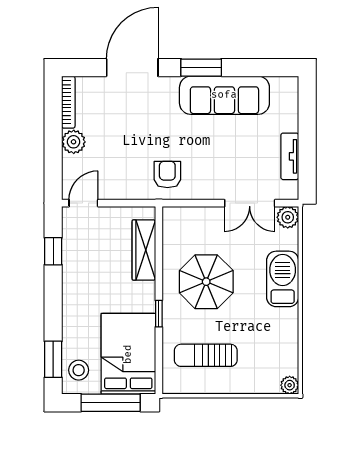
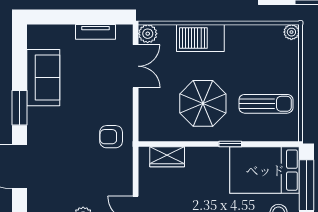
sofa: (224, 95) -> (43, 78), width x0.73
wardrobe: (144, 250) -> (167, 157), width x0.67
sun lounger: (206, 355) -> (266, 104), turned -90

